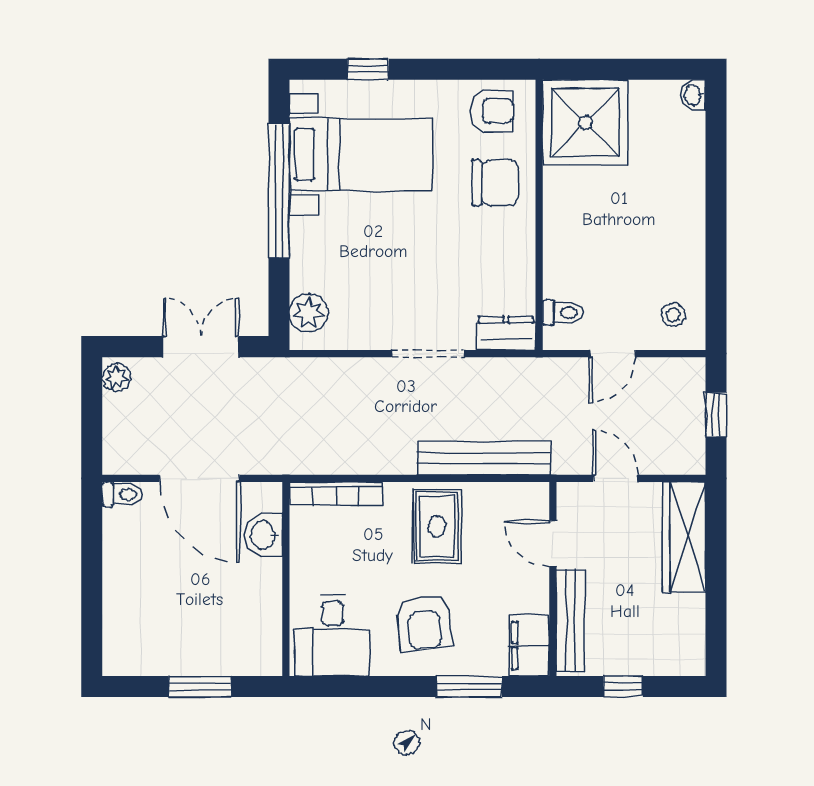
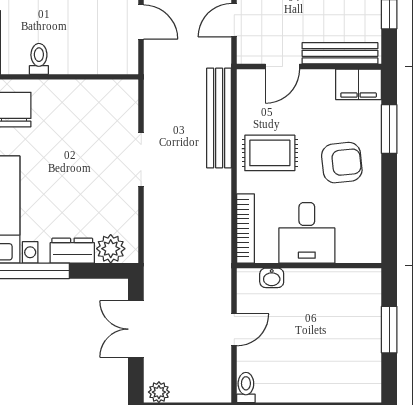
toilet: (563, 312) -> (39, 59), moved
dresser: (506, 333) -> (72, 251), moved, turned 90
door: (200, 478) -> (234, 330), width x0.53
washbasin: (264, 535) -> (272, 278), width x0.72, depth x0.69
desk: (333, 635) -> (307, 233), moved, turned 90

